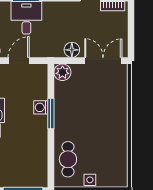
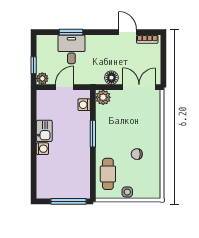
washing machine: (41, 107) -> (84, 105), moved
chair: (101, 137) -> (137, 154), added

